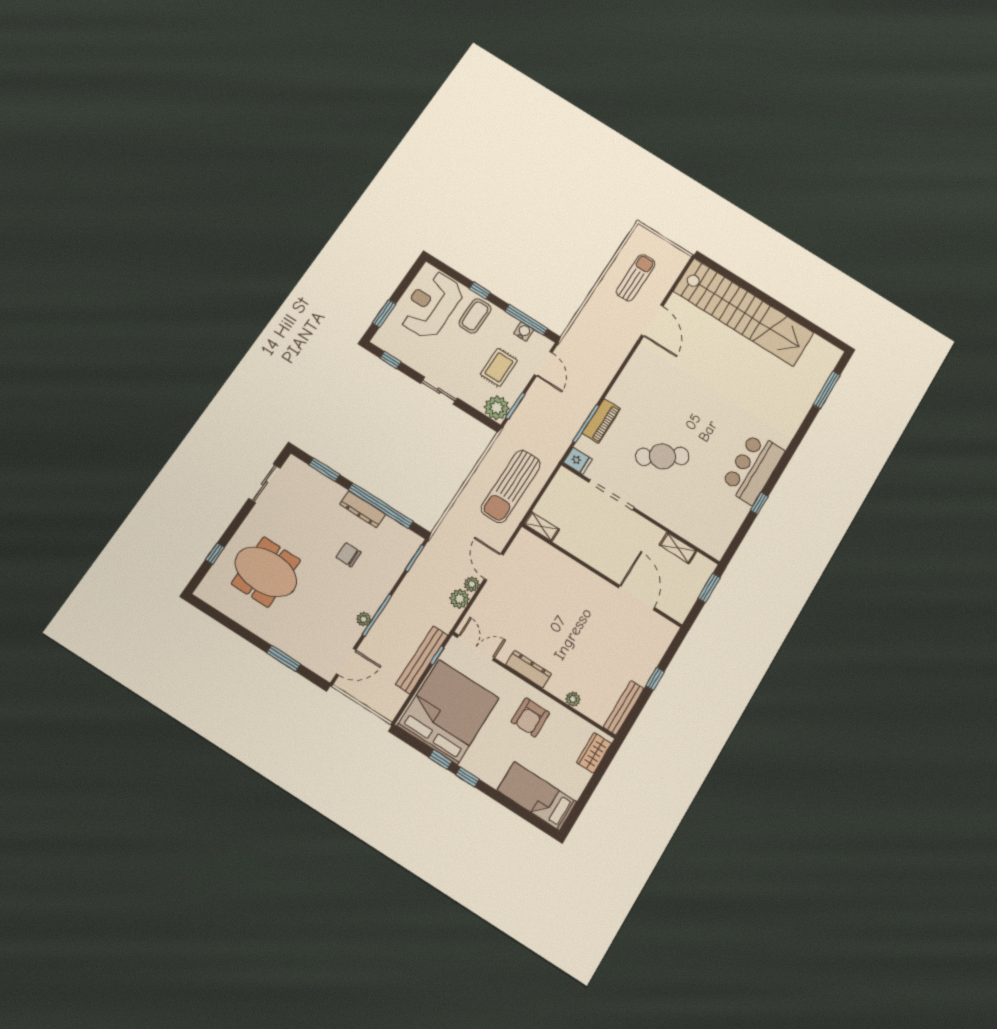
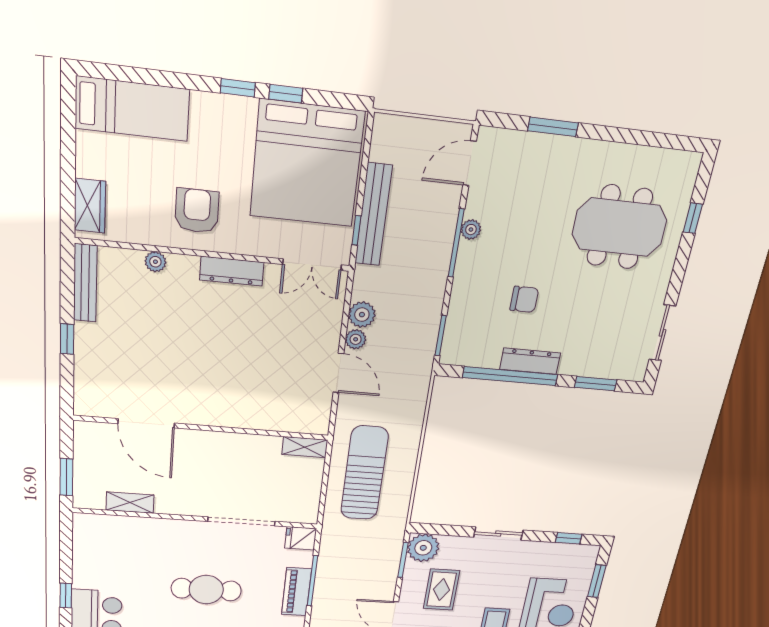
cafe table: (662, 456) -> (206, 590), turned 35

